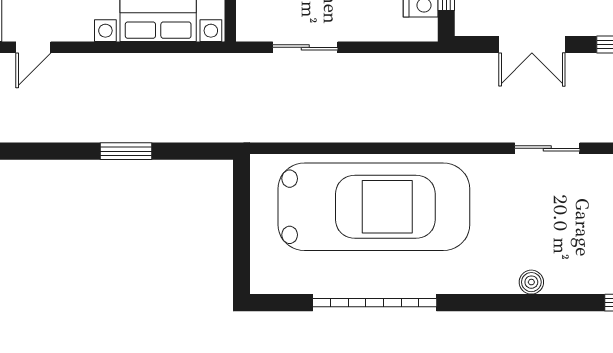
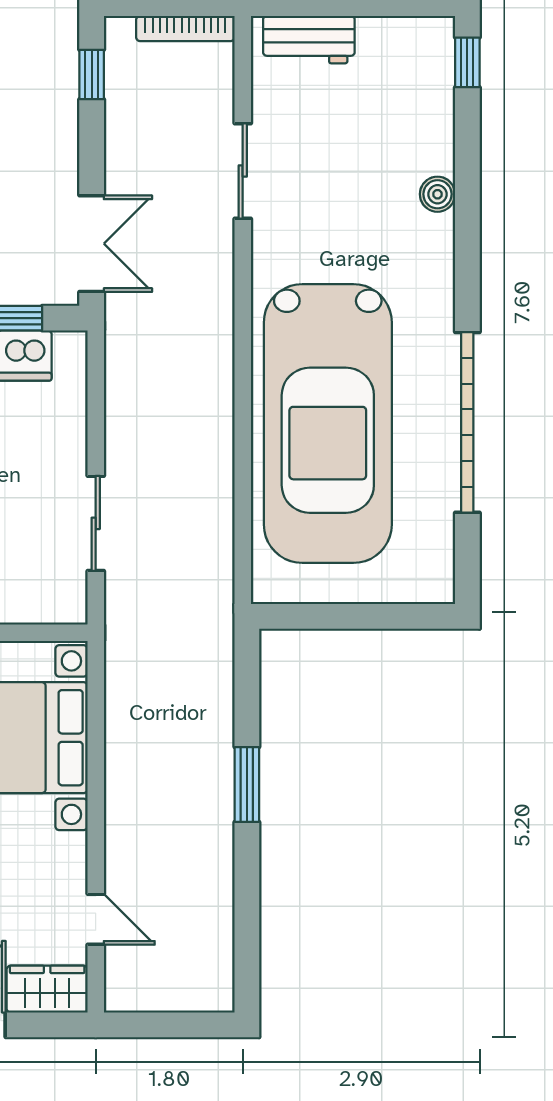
double door: (532, 45) -> (92, 244), moved
car: (374, 207) -> (328, 424), turned 180

